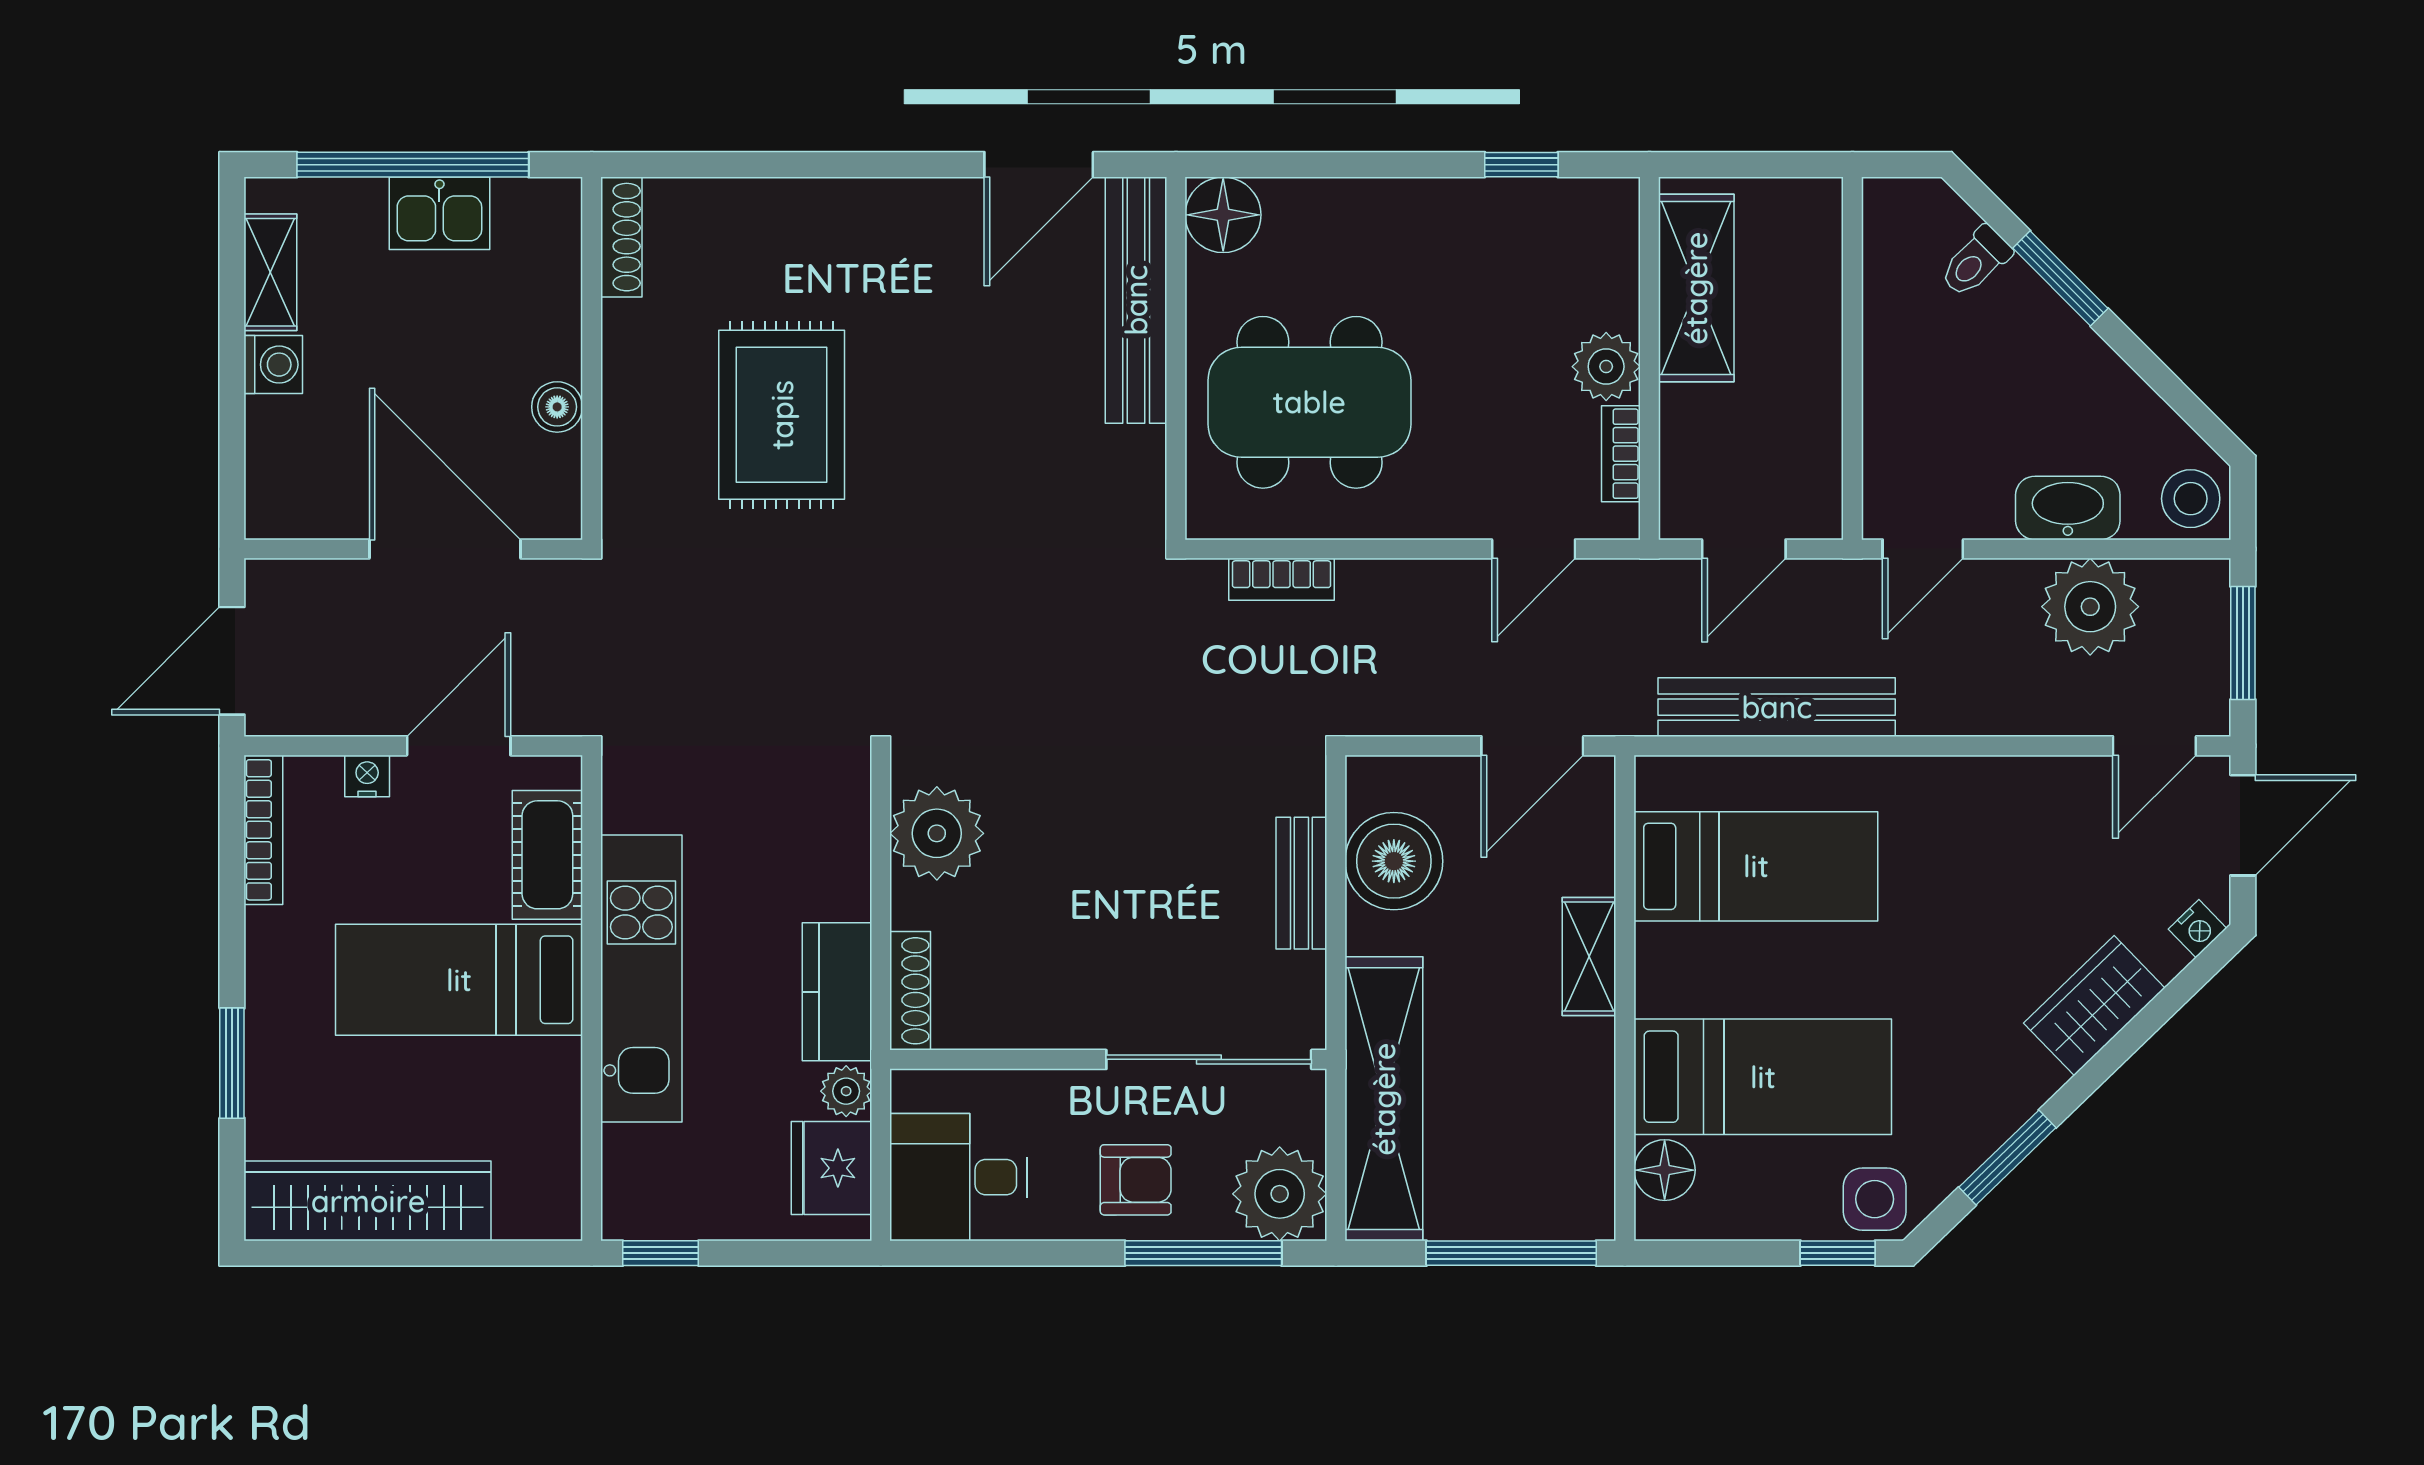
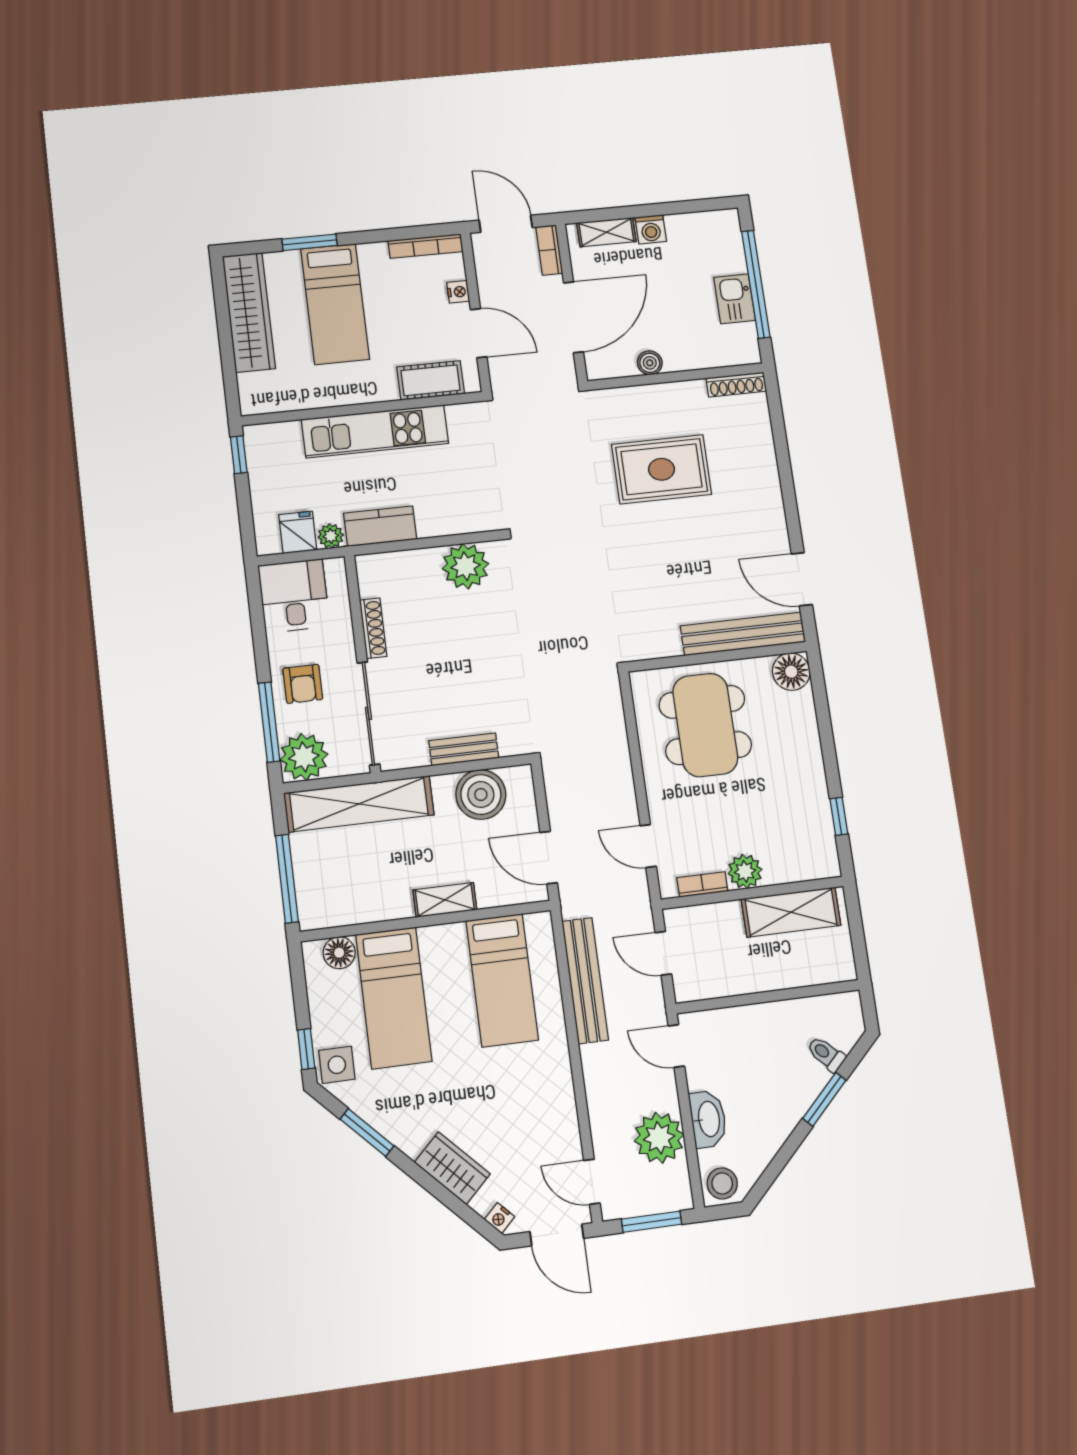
shelving: (270, 272) -> (606, 232), moved
bookcase: (1281, 579) -> (549, 250), moved
bed: (459, 980) -> (335, 304), moved, turned 180
shoe rack: (910, 991) -> (373, 628), moved, turned -90
fridge: (831, 1168) -> (298, 532), width x0.72

